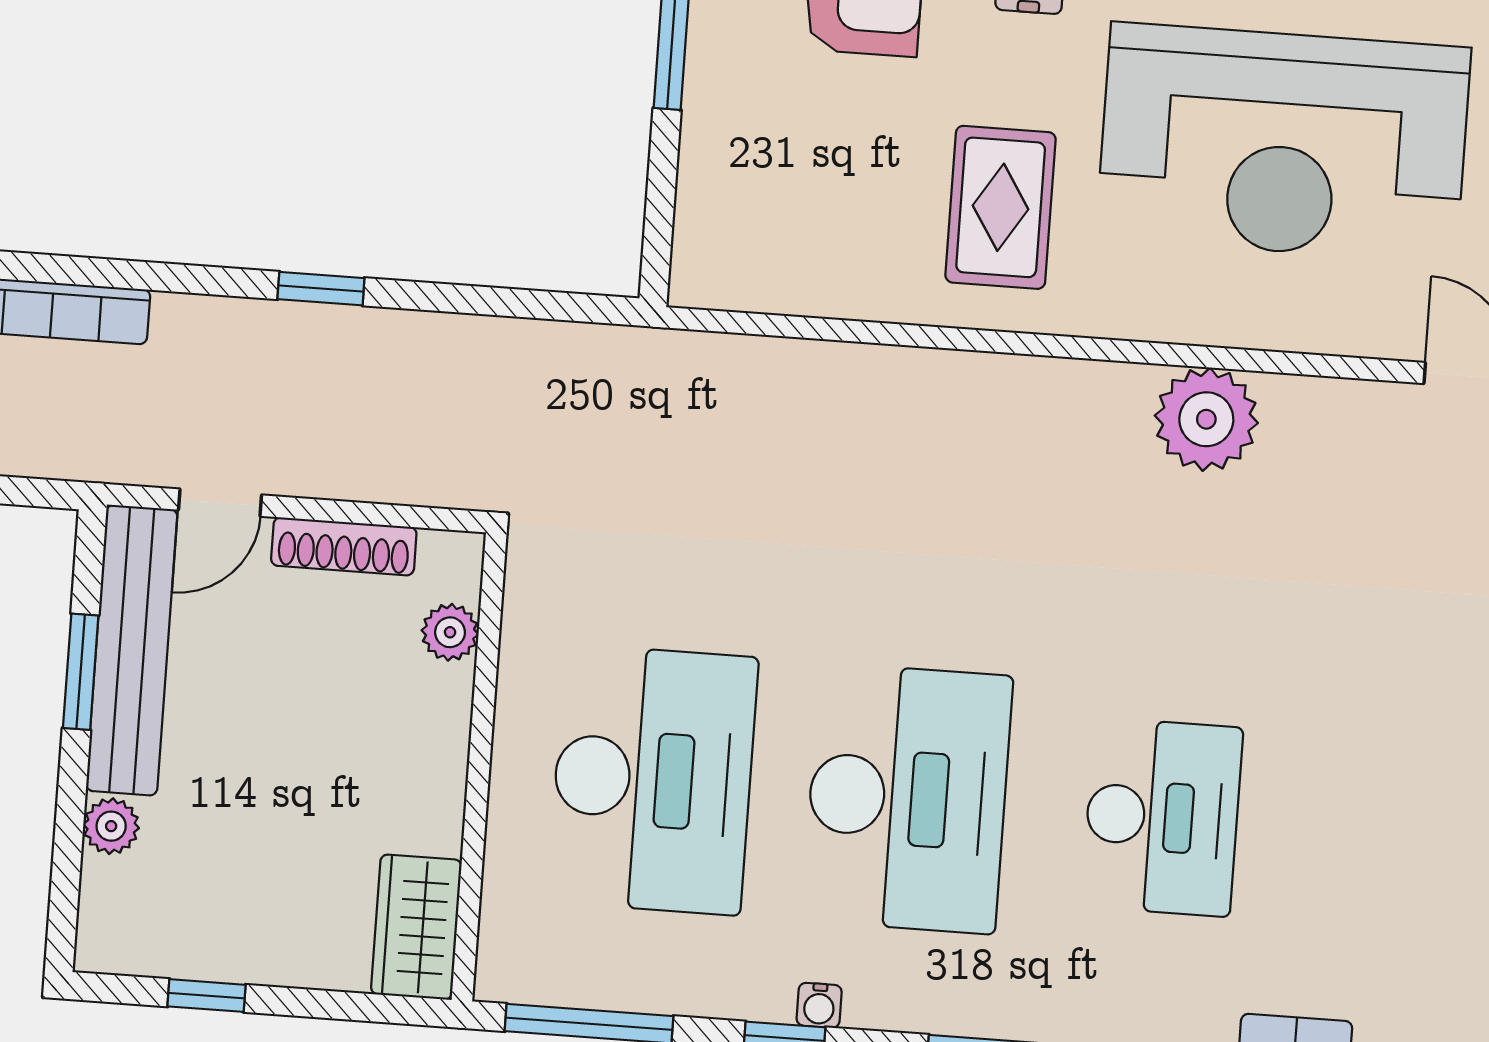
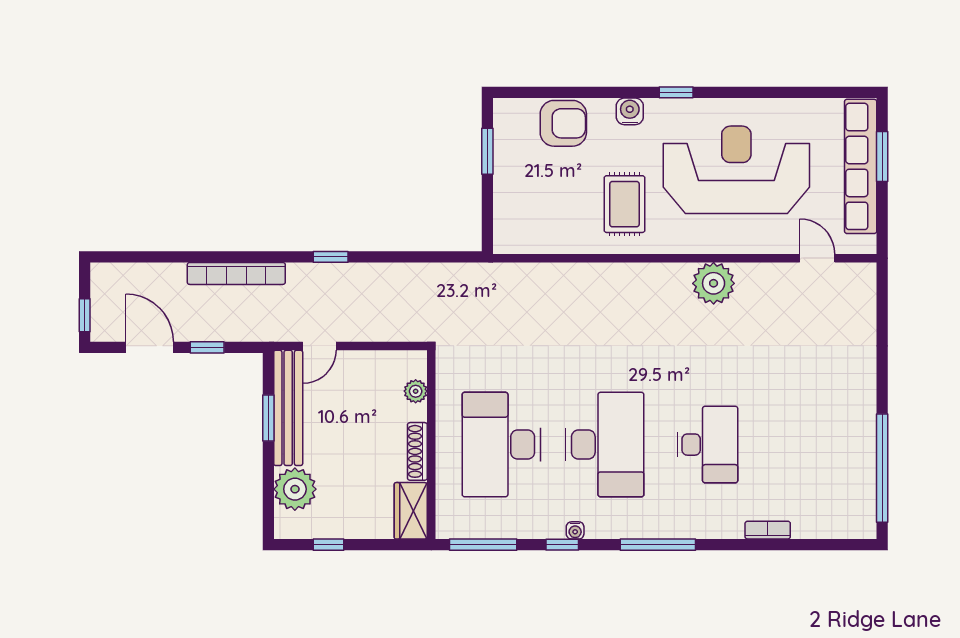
reception desk: (1283, 143) -> (736, 170), turned 180
window: (321, 289) -> (331, 257), moved
shoe rack: (344, 546) -> (417, 451), moved, turned 90
desk: (653, 780) -> (501, 445), turned 180
plant: (111, 826) -> (295, 489), width x1.88, depth x1.88

